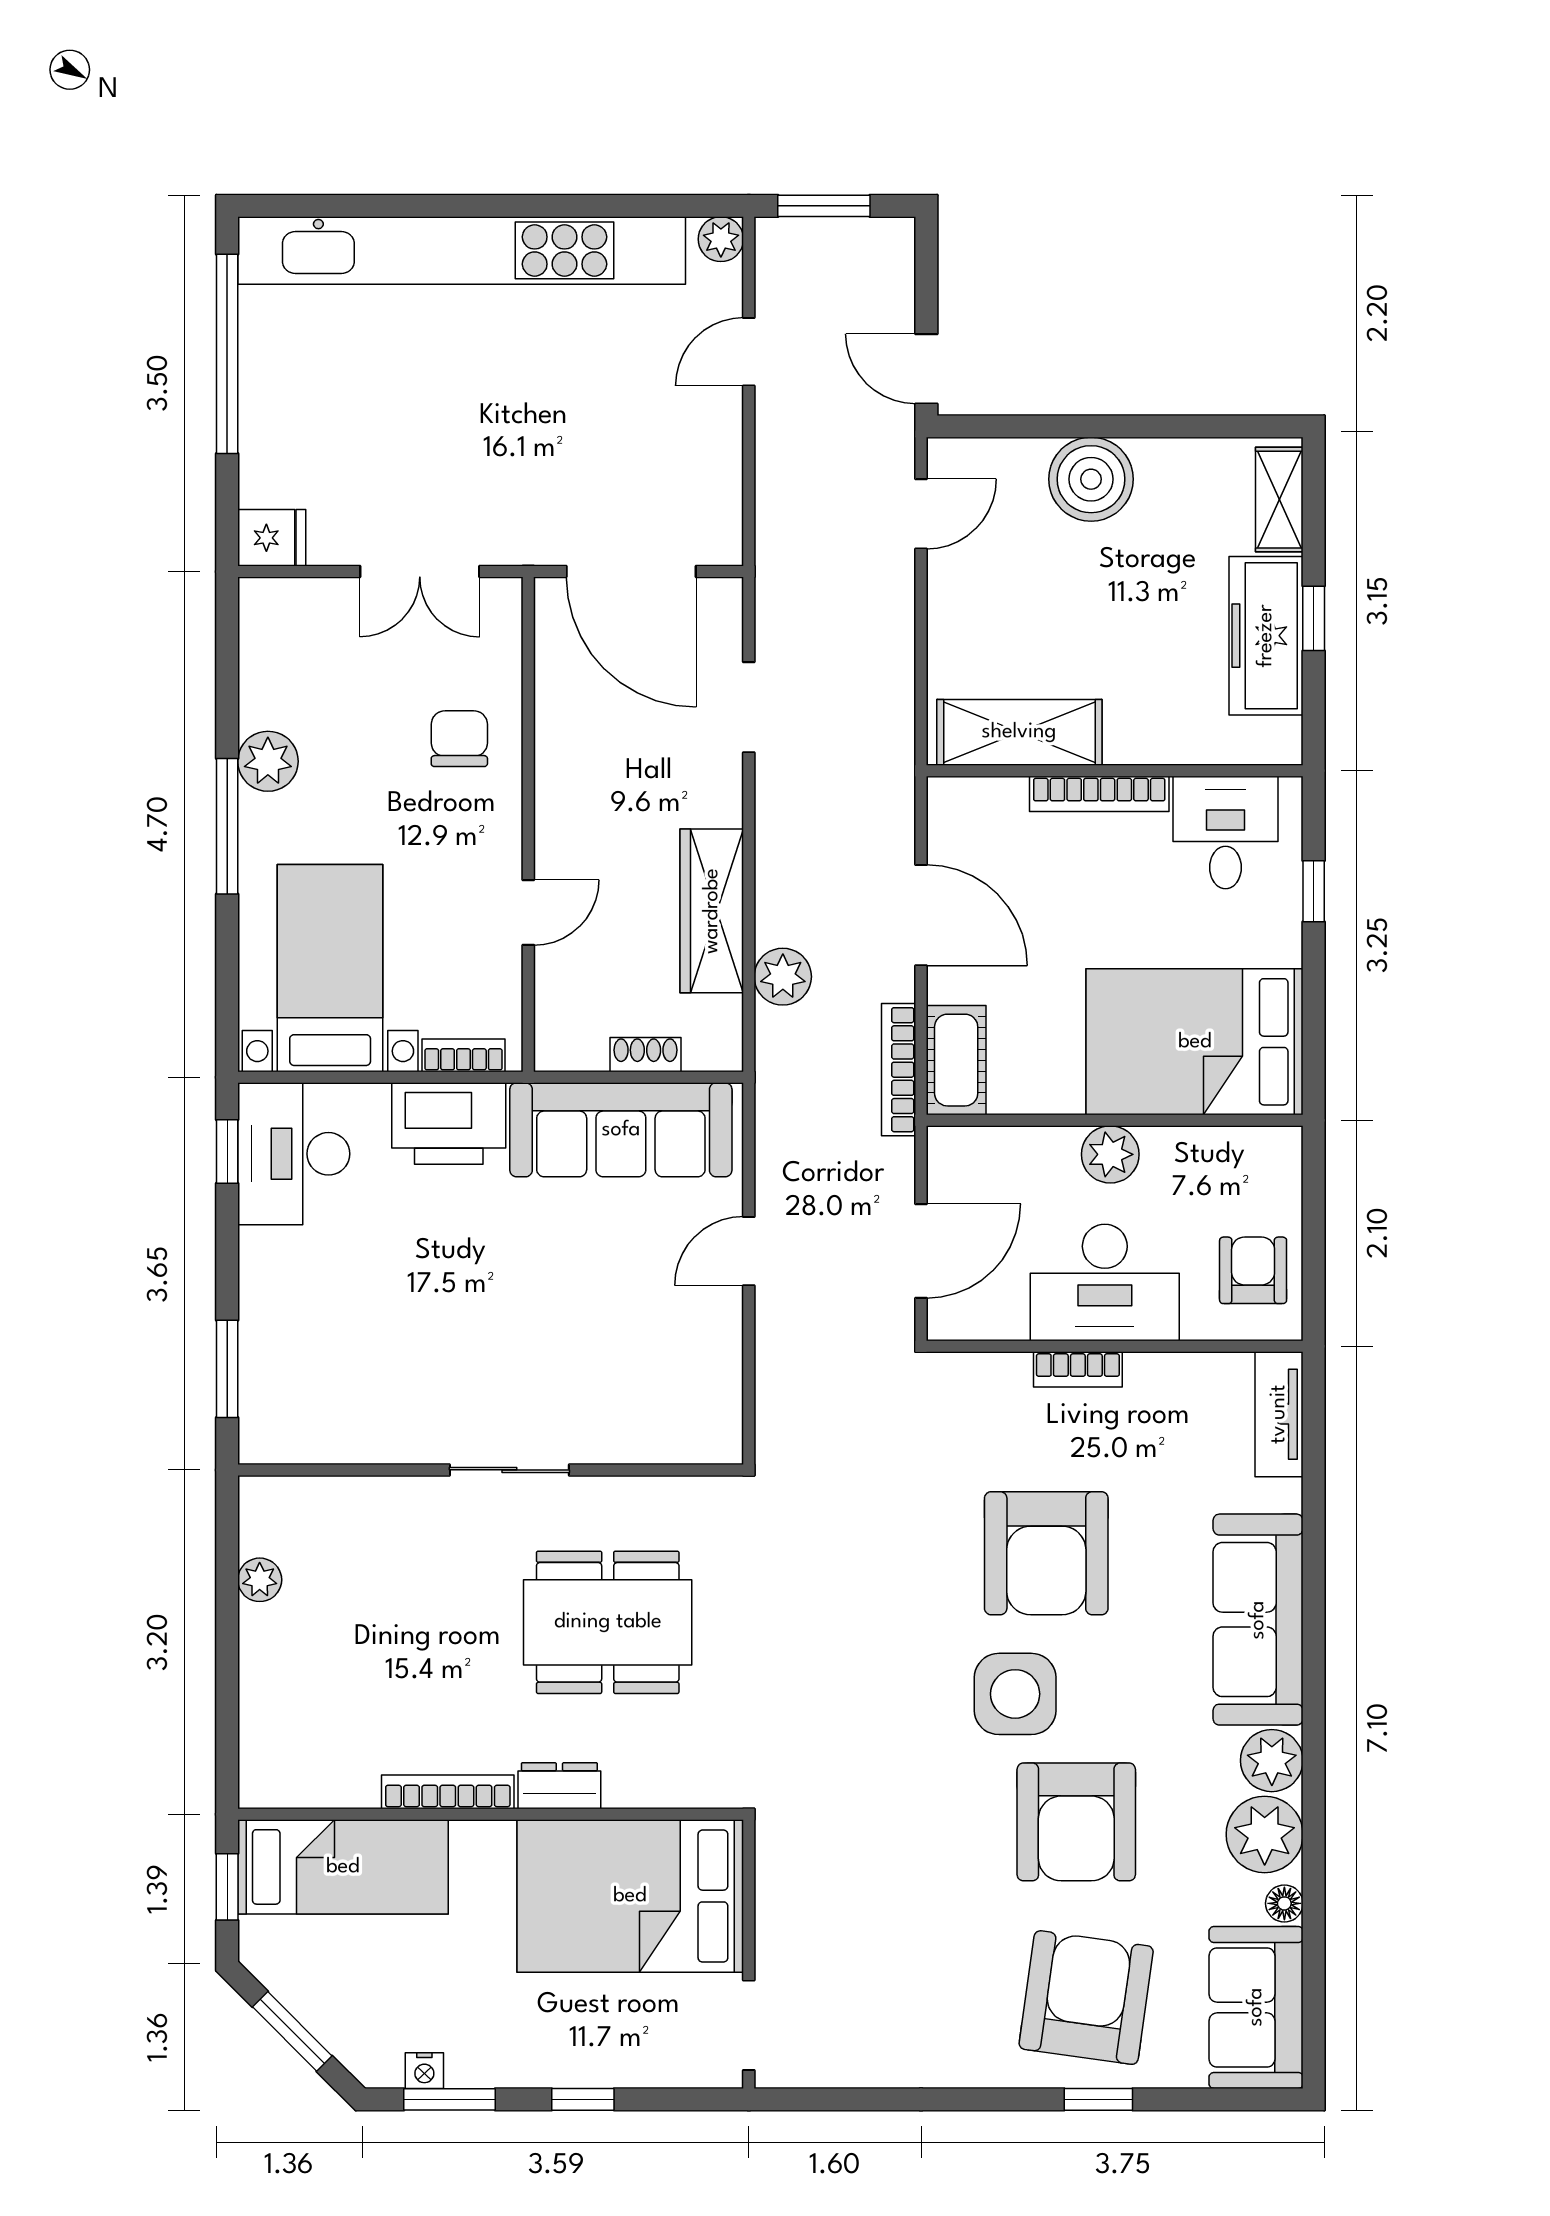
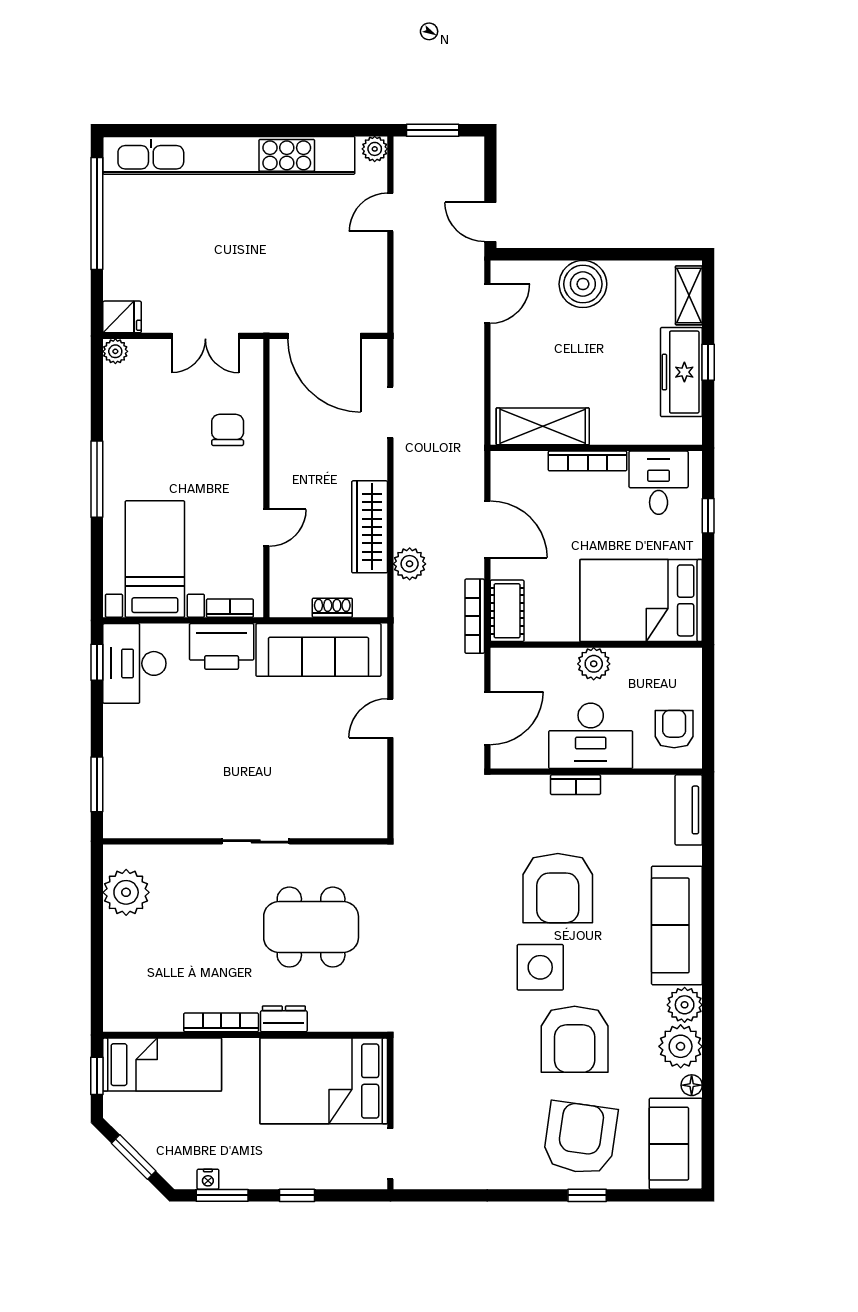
plant: (268, 761) -> (115, 351), moved, width x0.73, depth x0.73
plant: (260, 1580) -> (126, 892), width x1.88, depth x1.88

